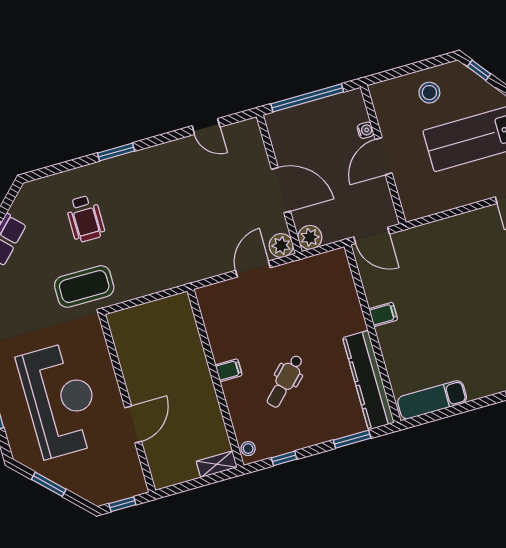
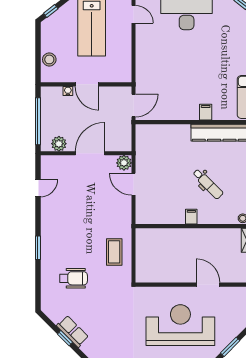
stool: (429, 93) -> (49, 59), moved
plant: (310, 237) -> (59, 144), moved
coffee table: (84, 286) -> (114, 252), moved, width x0.73, depth x0.76
filing cabinet: (383, 314) -> (206, 112), moved

